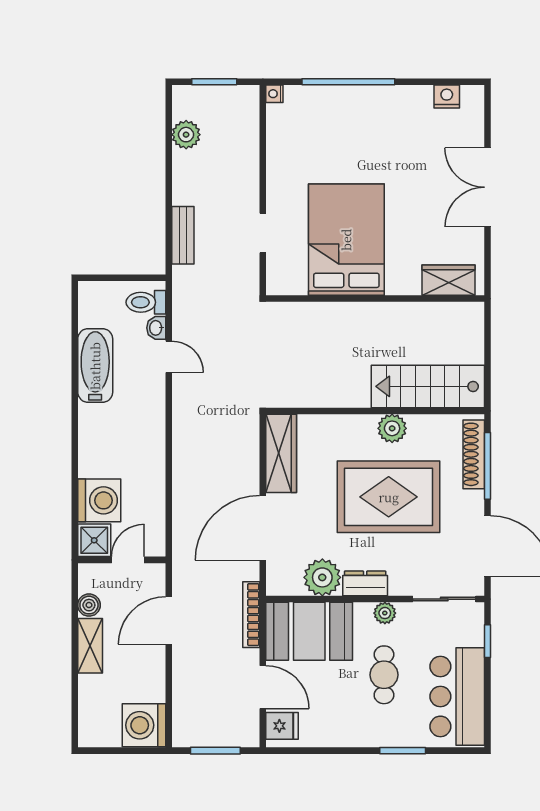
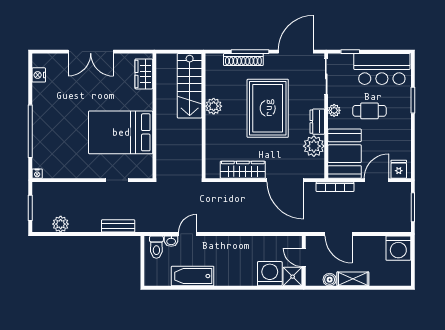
stairs: (428, 386) -> (190, 86), moved
wall: (375, 411) -> (204, 116), moved
plant: (392, 428) -> (214, 106), moved

